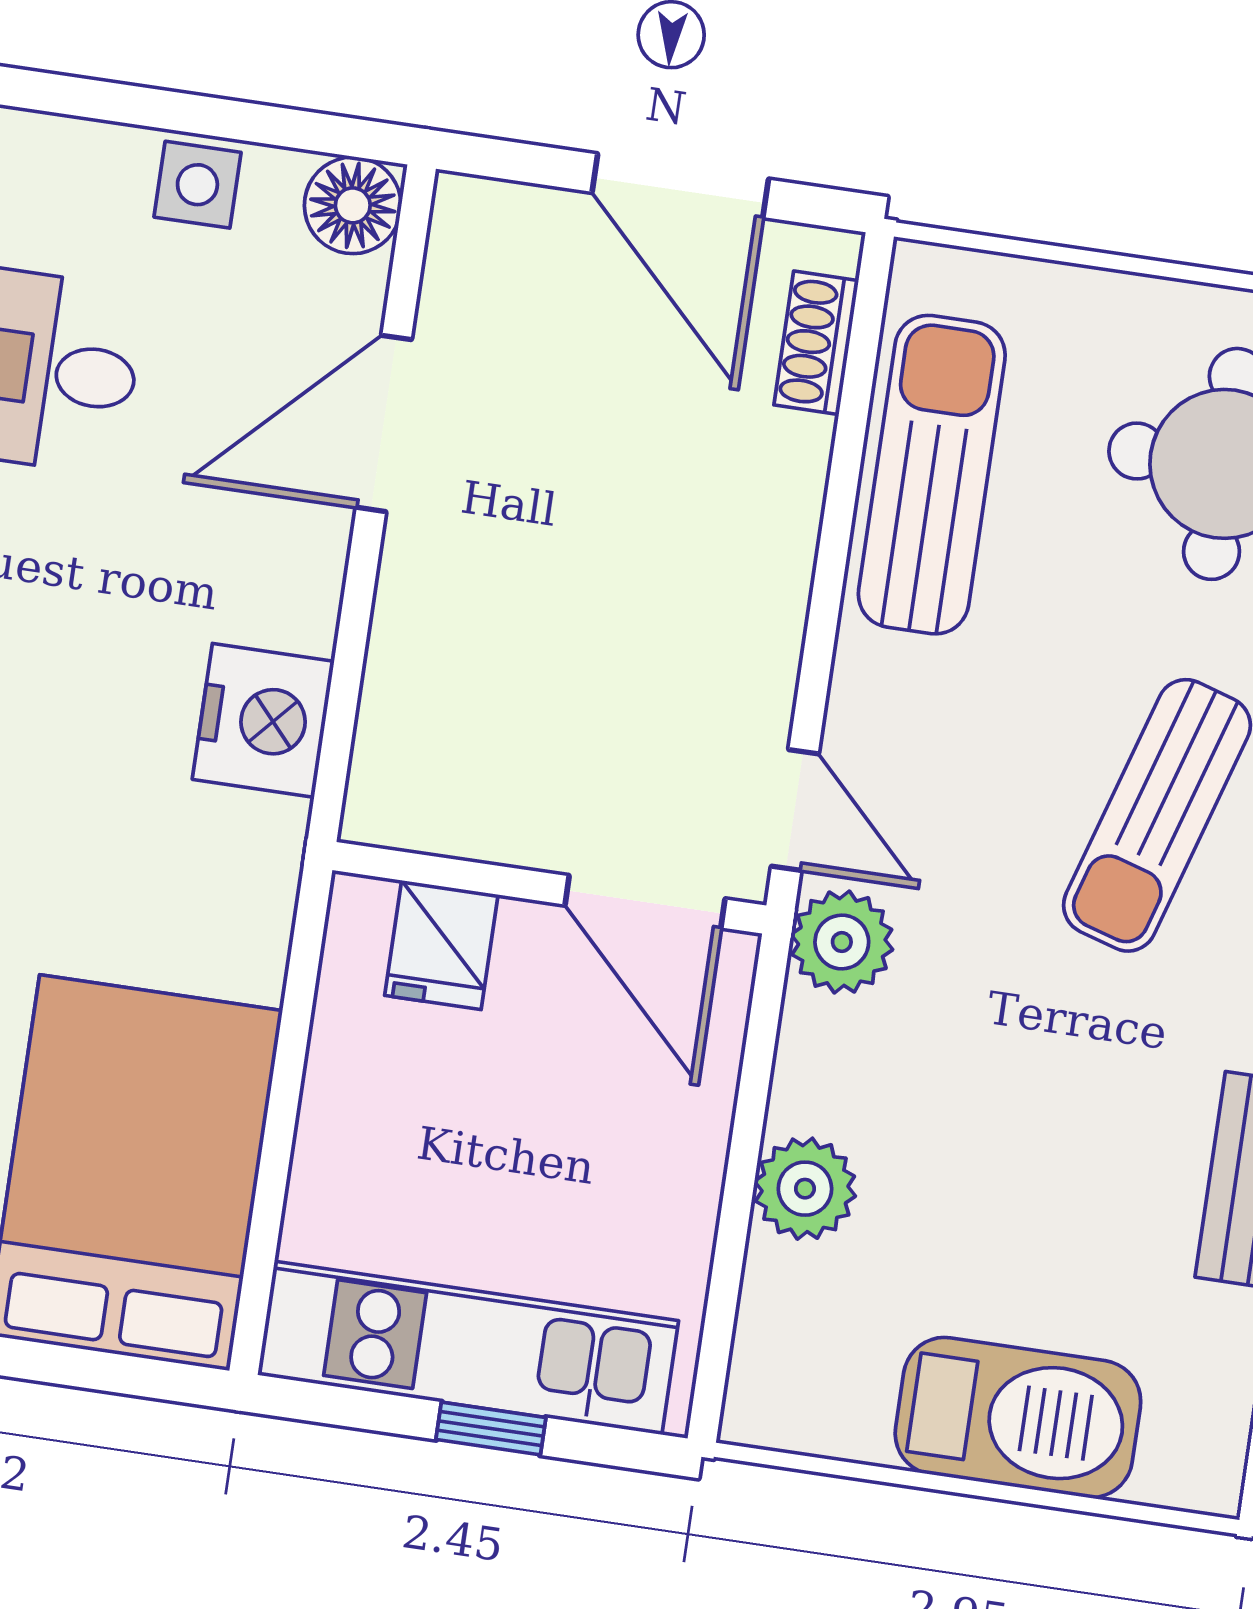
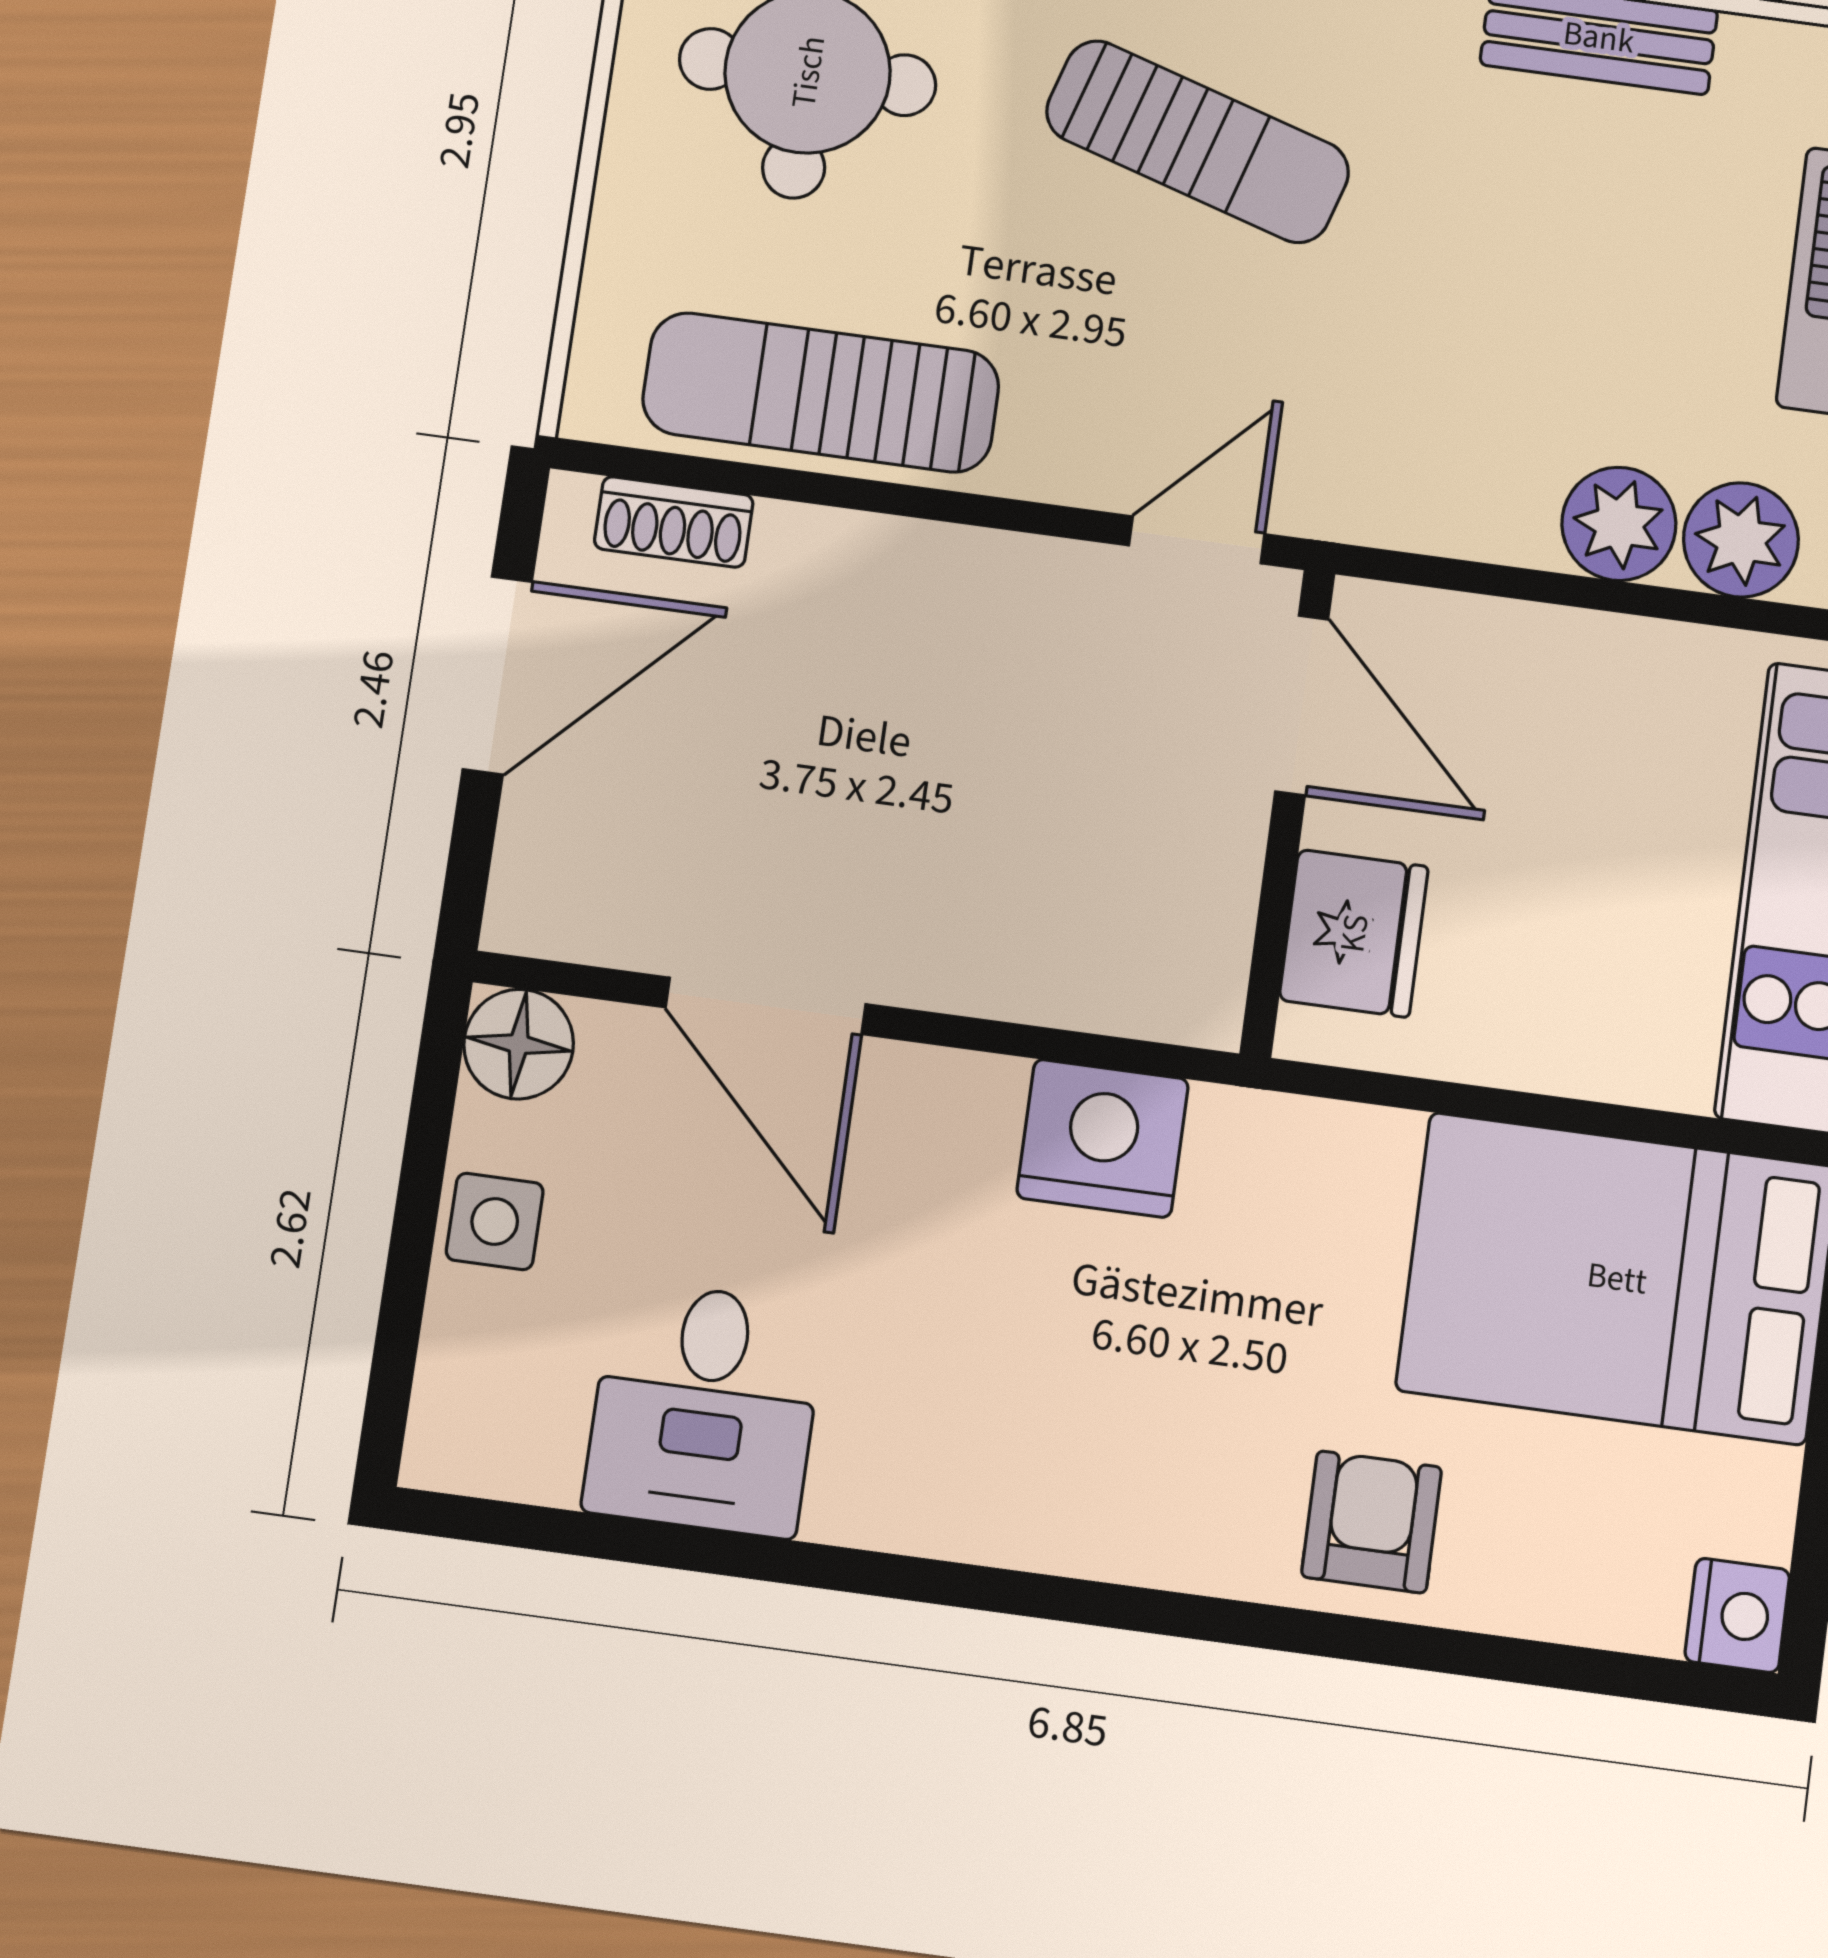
door: (645, 902) -> (1302, 705), hinge flipped
plant: (842, 942) -> (1741, 540), moved
fridge: (441, 945) -> (1354, 933), width x1.38

